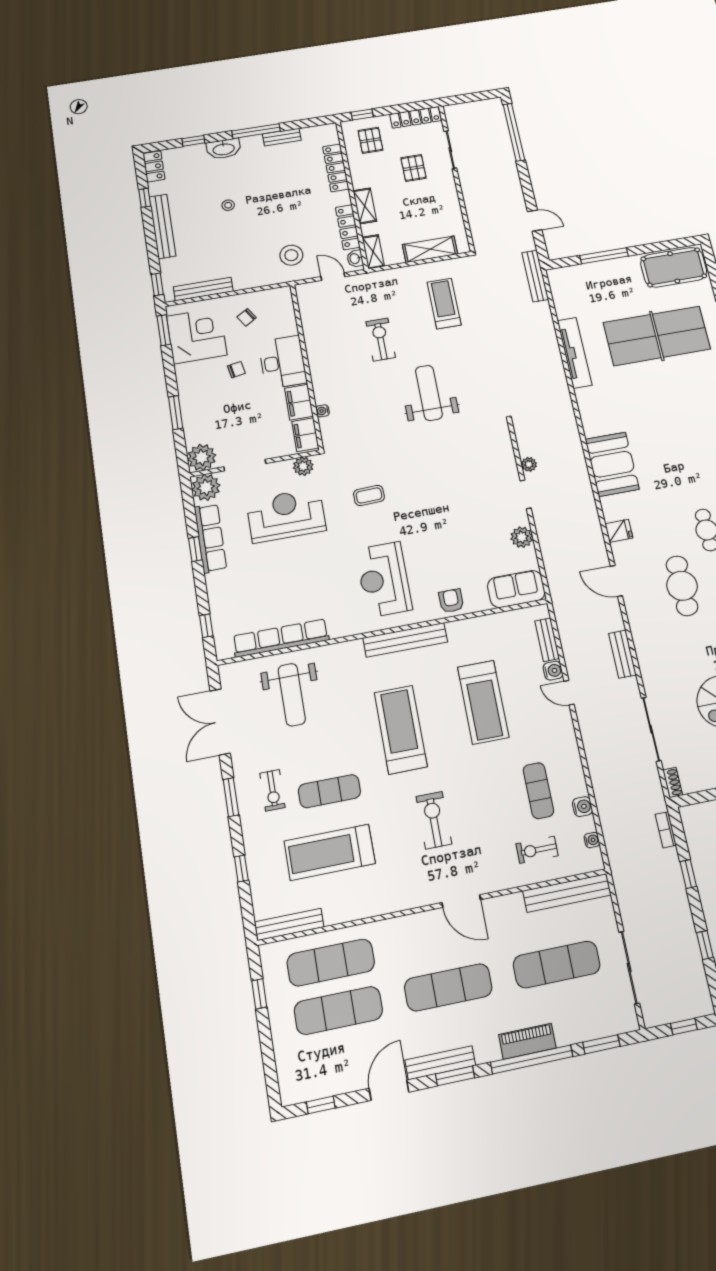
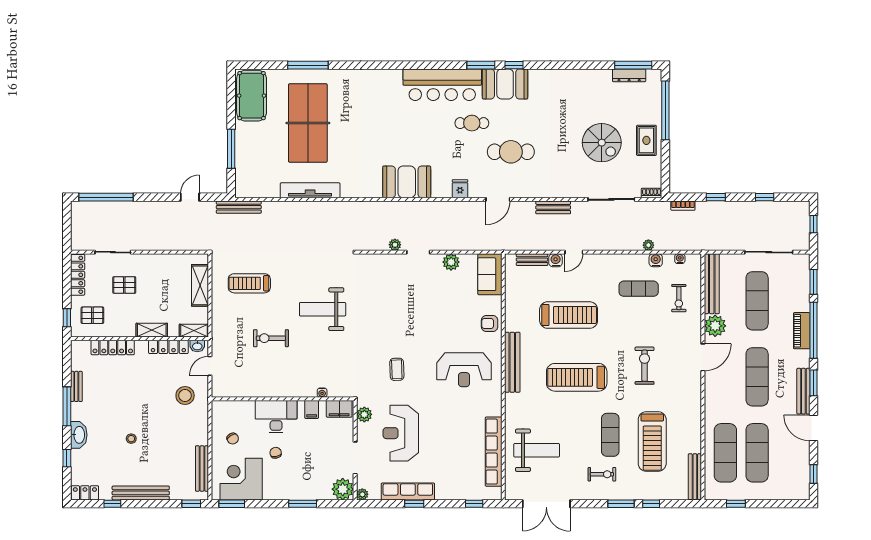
filing cabinet: (299, 402) -> (312, 409), width x0.50
plant: (206, 487) -> (362, 494), width x0.53, depth x0.53
plant: (601, 792) -> (648, 245), added
window: (231, 797) -> (621, 504), moved
exercise bike: (434, 820) -> (645, 366), turned 90
plant: (509, 910) -> (715, 326), added

